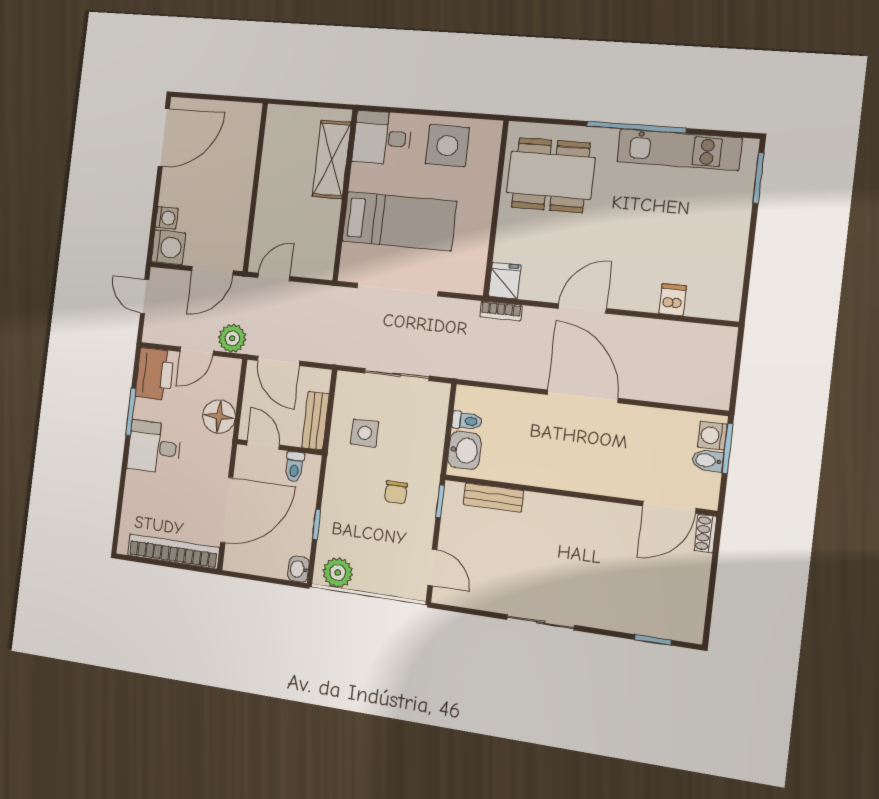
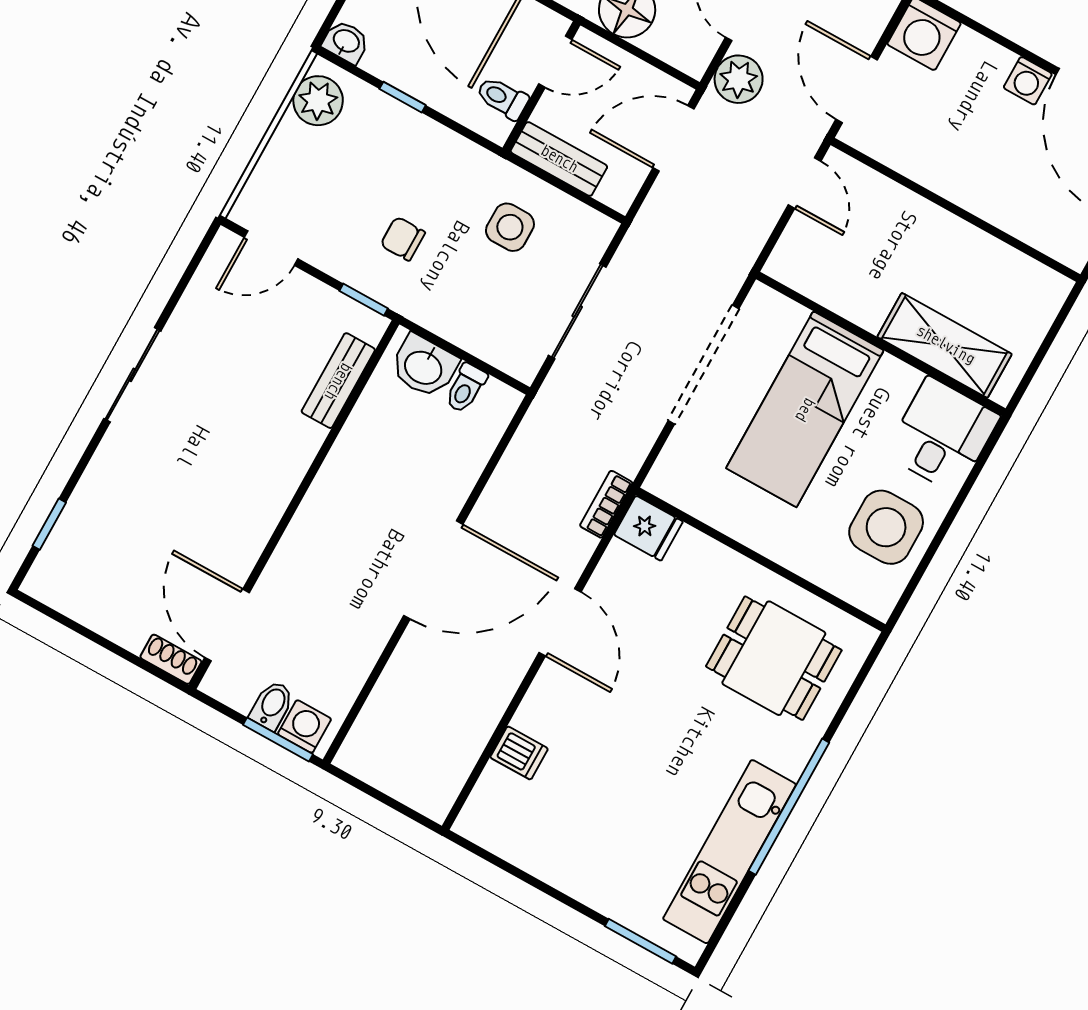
dining table: (551, 175) -> (774, 658), width x0.73
washing machine: (167, 218) -> (1028, 81), moved

